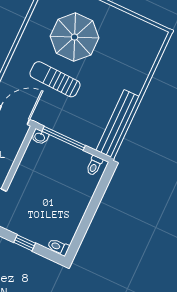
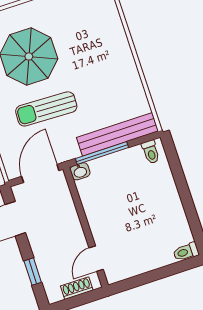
bench: (118, 123) -> (117, 134), moved, turned 90
window: (25, 243) -> (153, 276), removed

